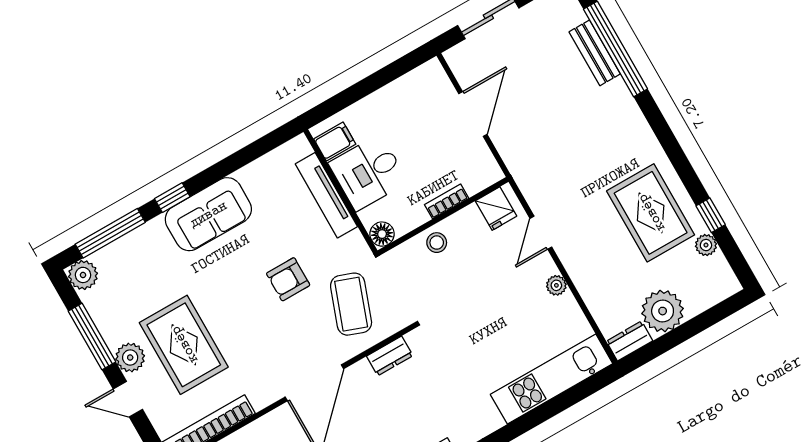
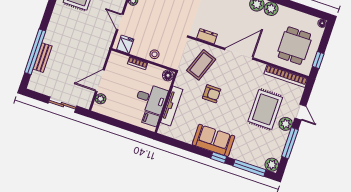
plant: (442, 88) -> (101, 99), added
door: (541, 233) -> (120, 22), swing flipped

